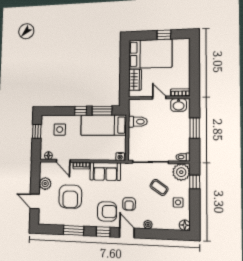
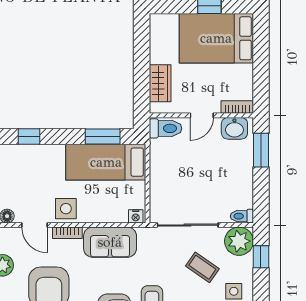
bed: (150, 54) -> (216, 38), moved, turned 180
door: (159, 98) -> (202, 115), swing flipped
window: (81, 111) -> (29, 137), moved
toilet: (138, 122) -> (165, 128), moved
window: (195, 128) -> (261, 150), moved
side table: (60, 130) -> (66, 209), moved

